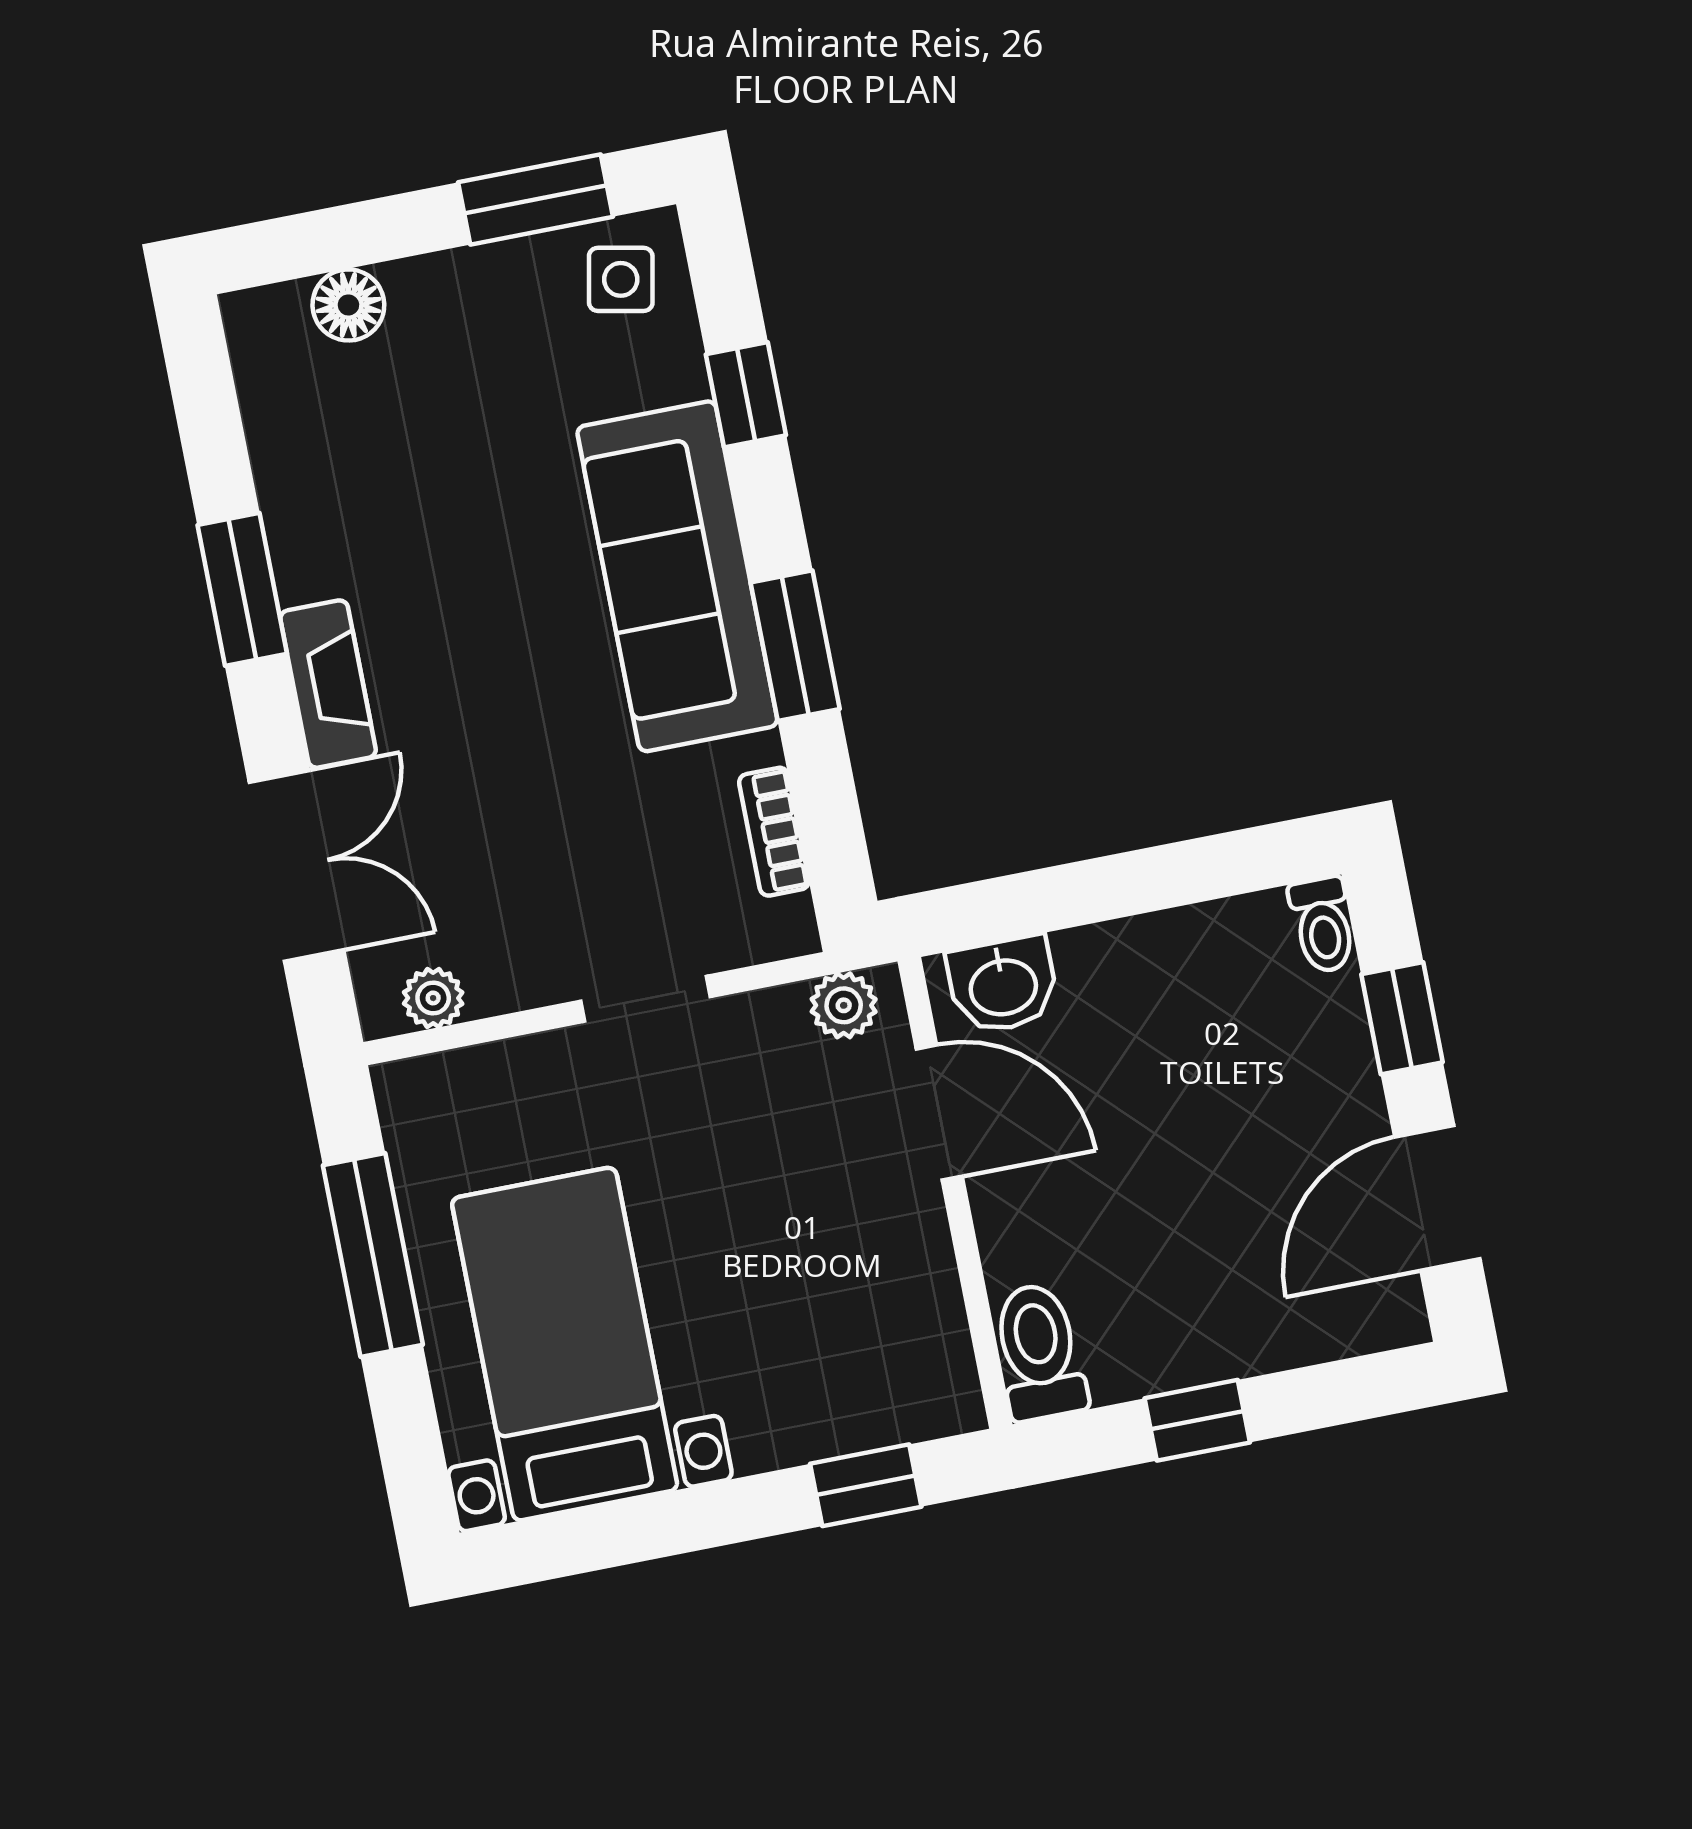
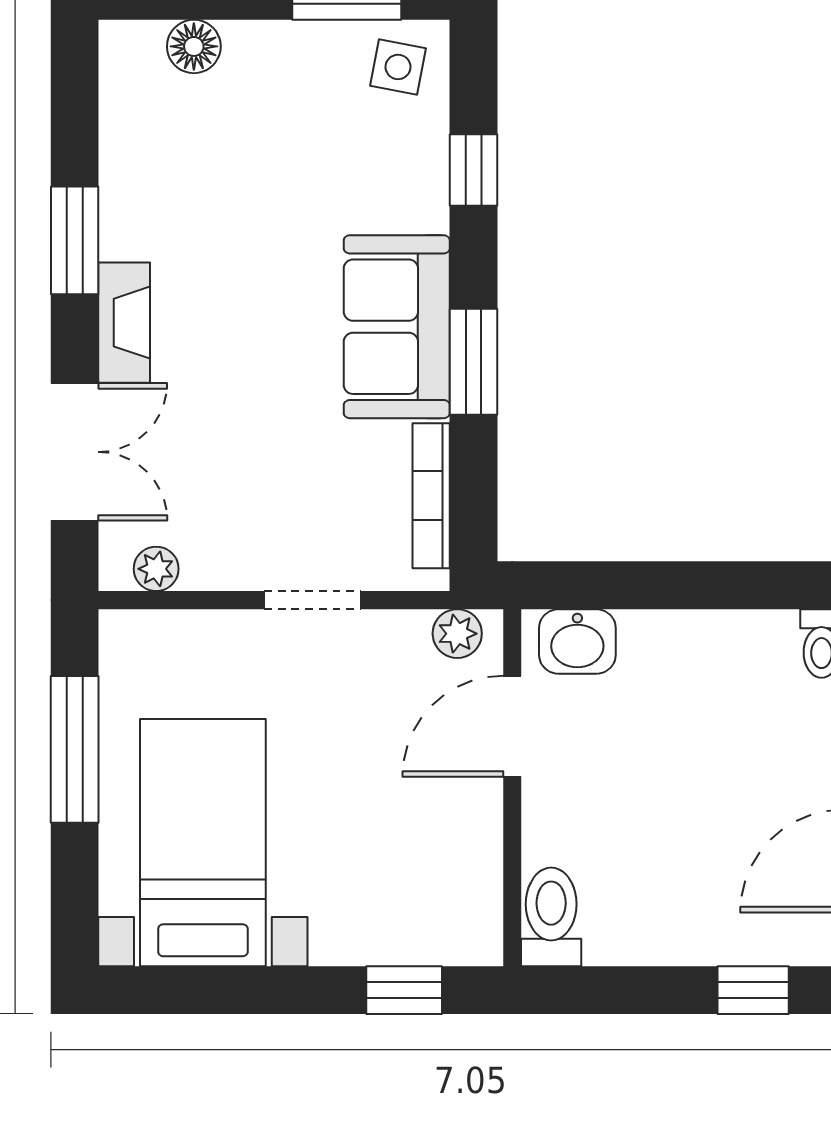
sofa: (677, 576) -> (397, 327), width x0.73
bookcase: (774, 832) -> (431, 496), width x1.56
door: (939, 1112) -> (512, 726), swing flipped
window: (1197, 1420) -> (753, 990), moved

